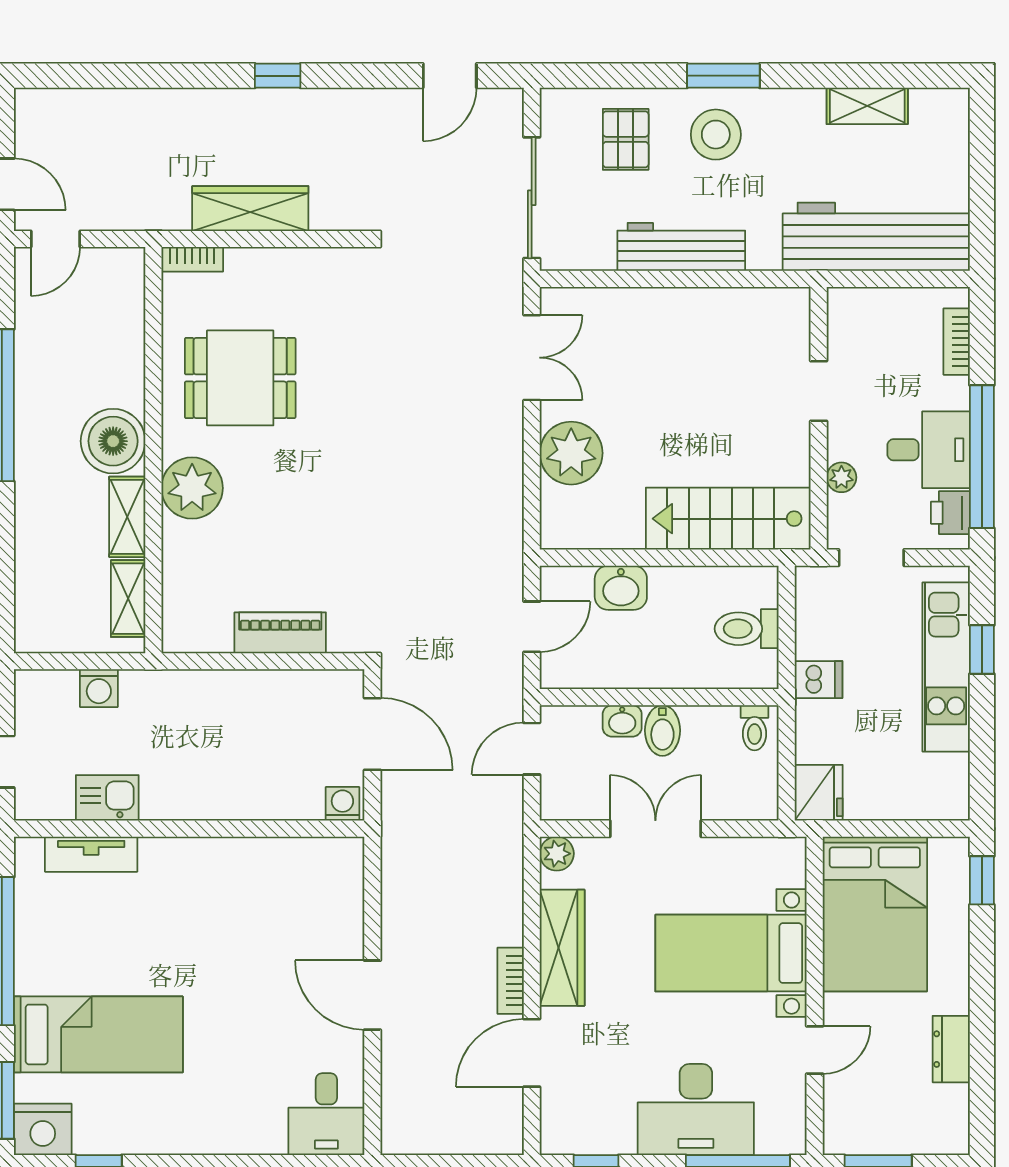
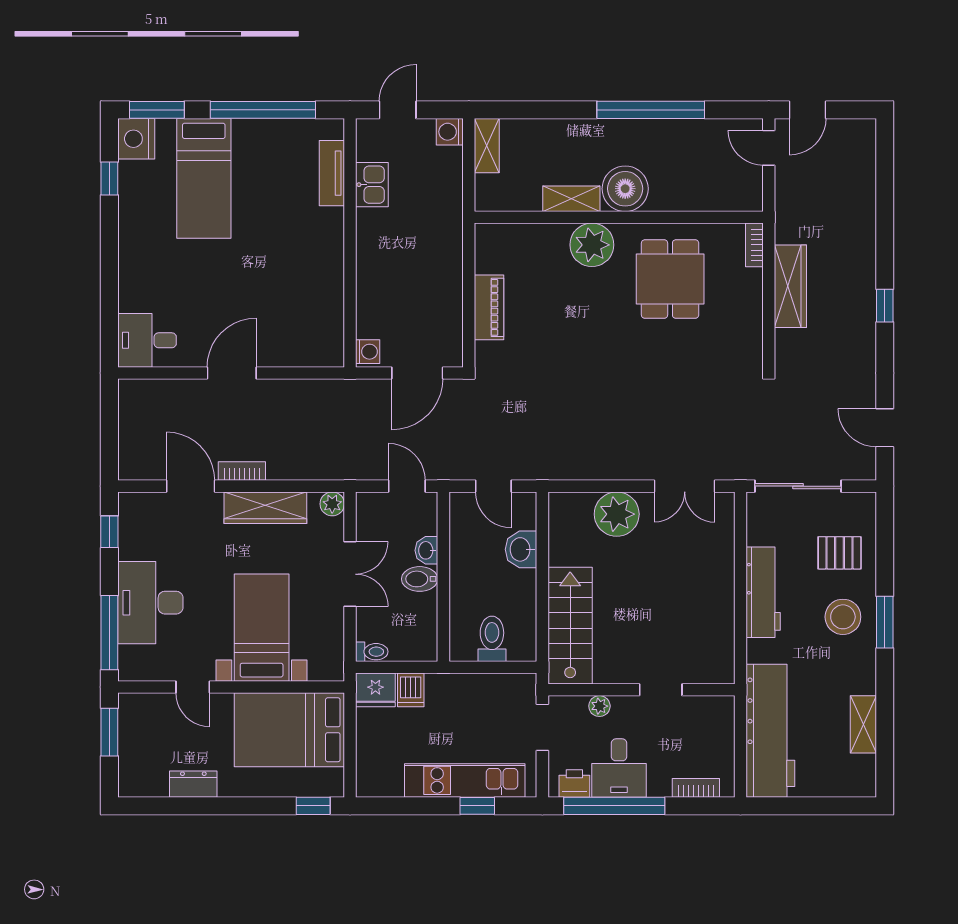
shelving: (128, 599) -> (487, 146), moved, turned 90
dishwasher: (819, 680) -> (411, 690), moved
washing machine: (99, 688) -> (450, 132), moved
toilet: (754, 728) -> (372, 652), moved, turned 180

